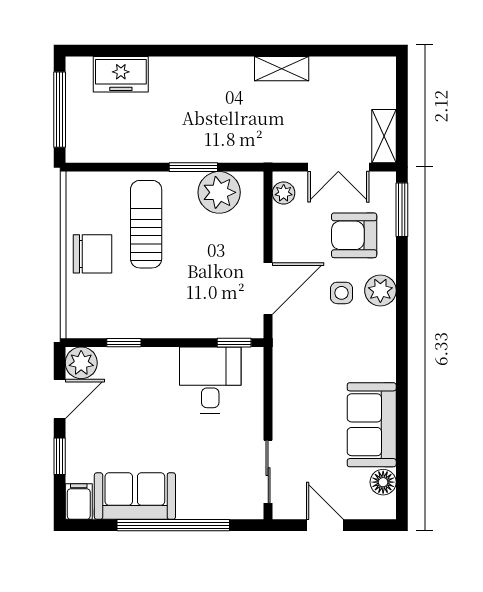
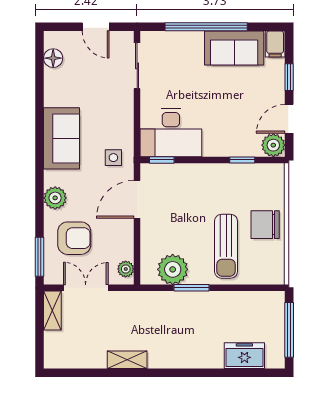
side table: (341, 293) -> (113, 158), moved
desk: (210, 380) -> (171, 133), width x1.37
sofa: (372, 425) -> (61, 138), moved

